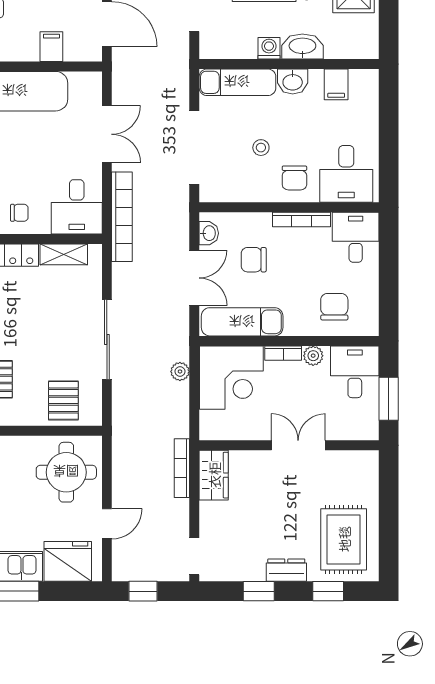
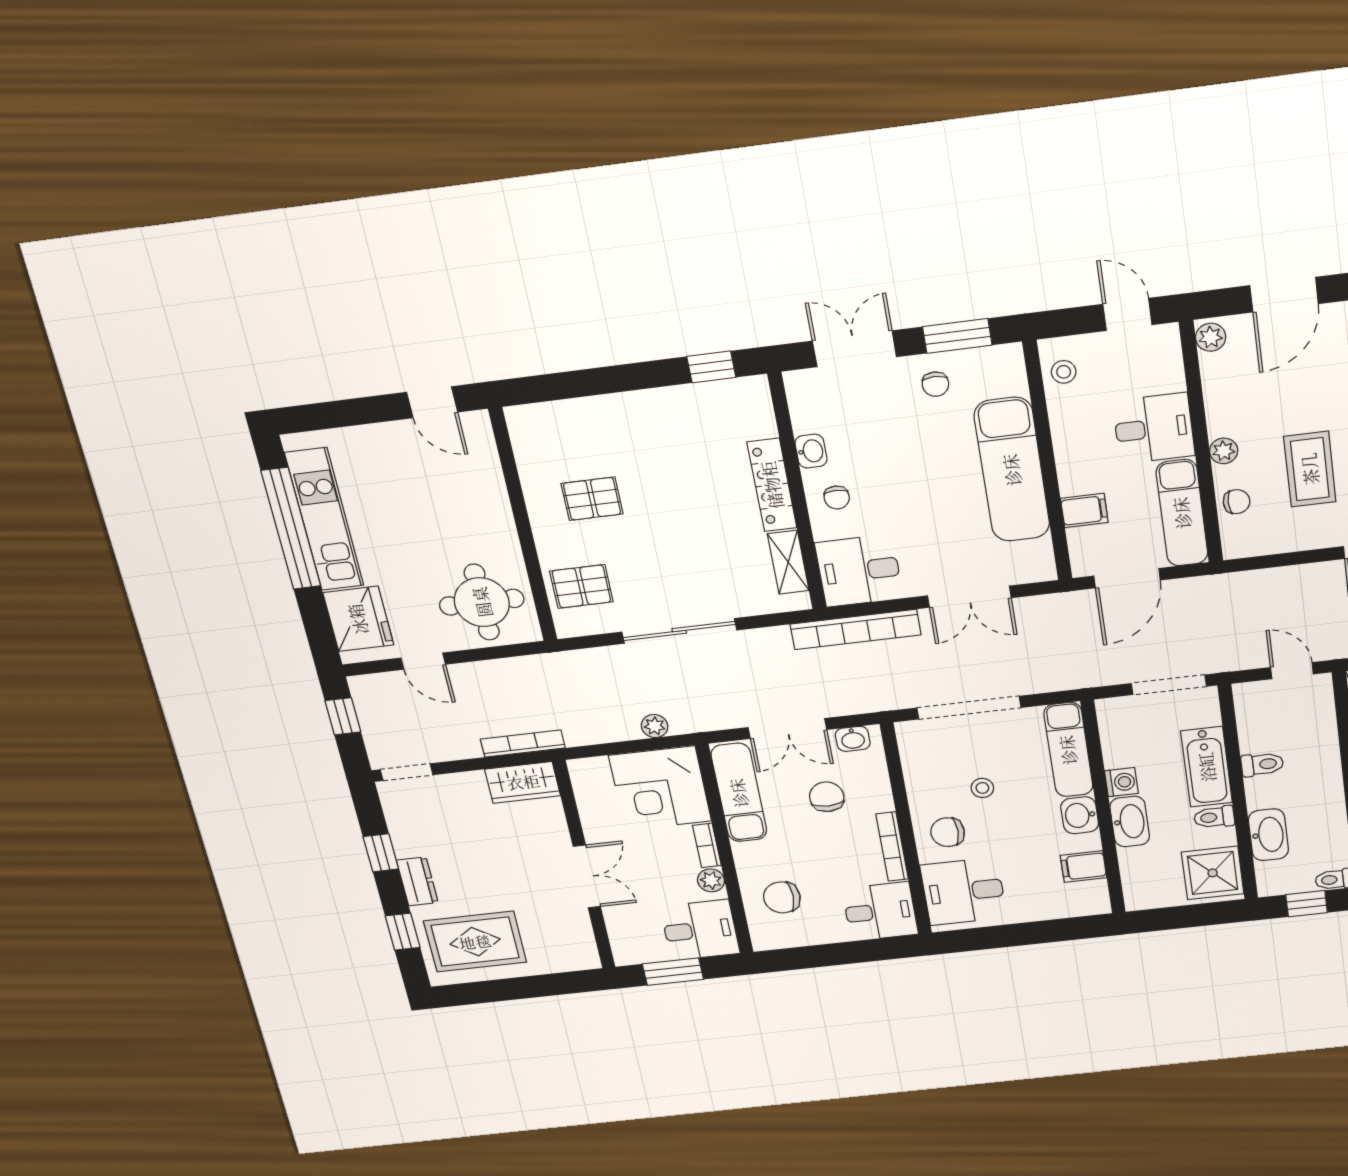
chair: (334, 307) -> (782, 897), turned 180

